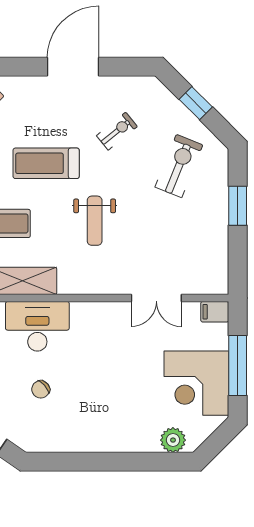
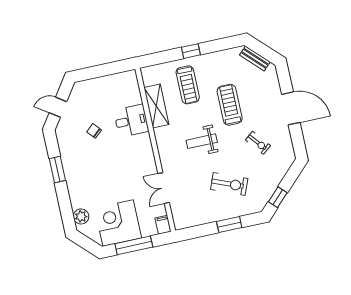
window: (196, 103) -> (278, 197), moved
exercise bike: (179, 166) -> (229, 184), moved
desk: (37, 326) -> (131, 121), width x0.73
window: (90, 462) -> (57, 170), added

